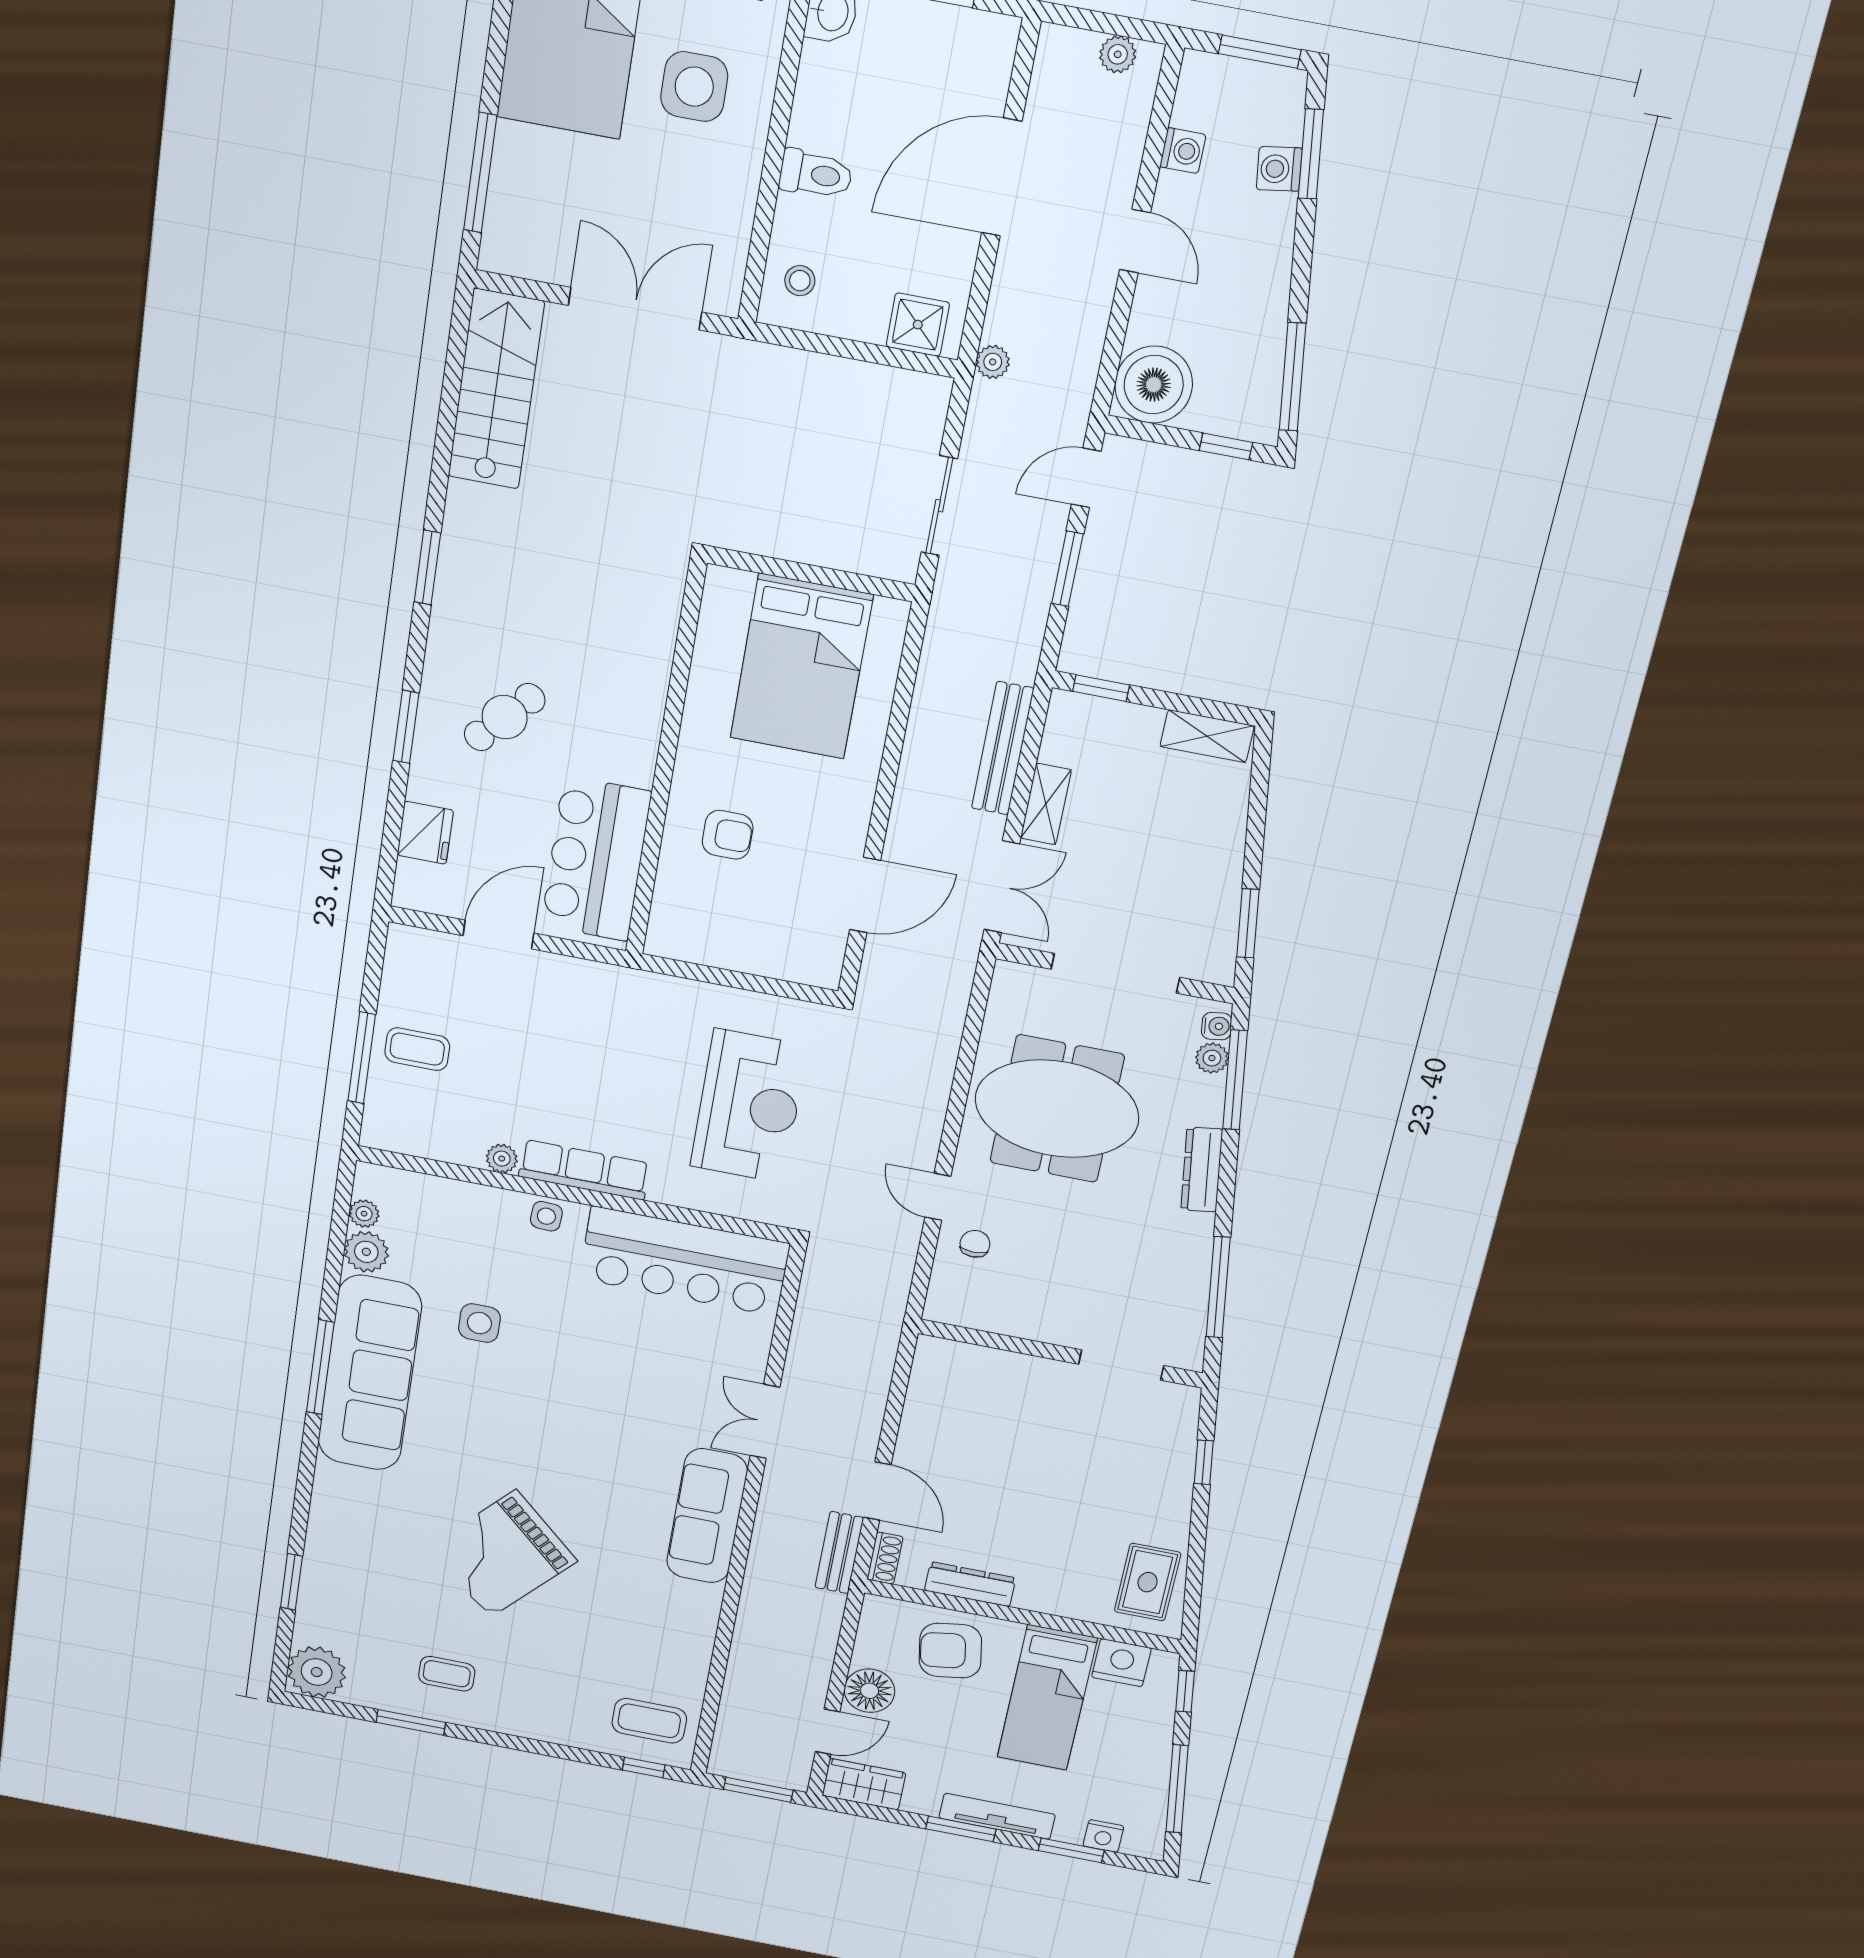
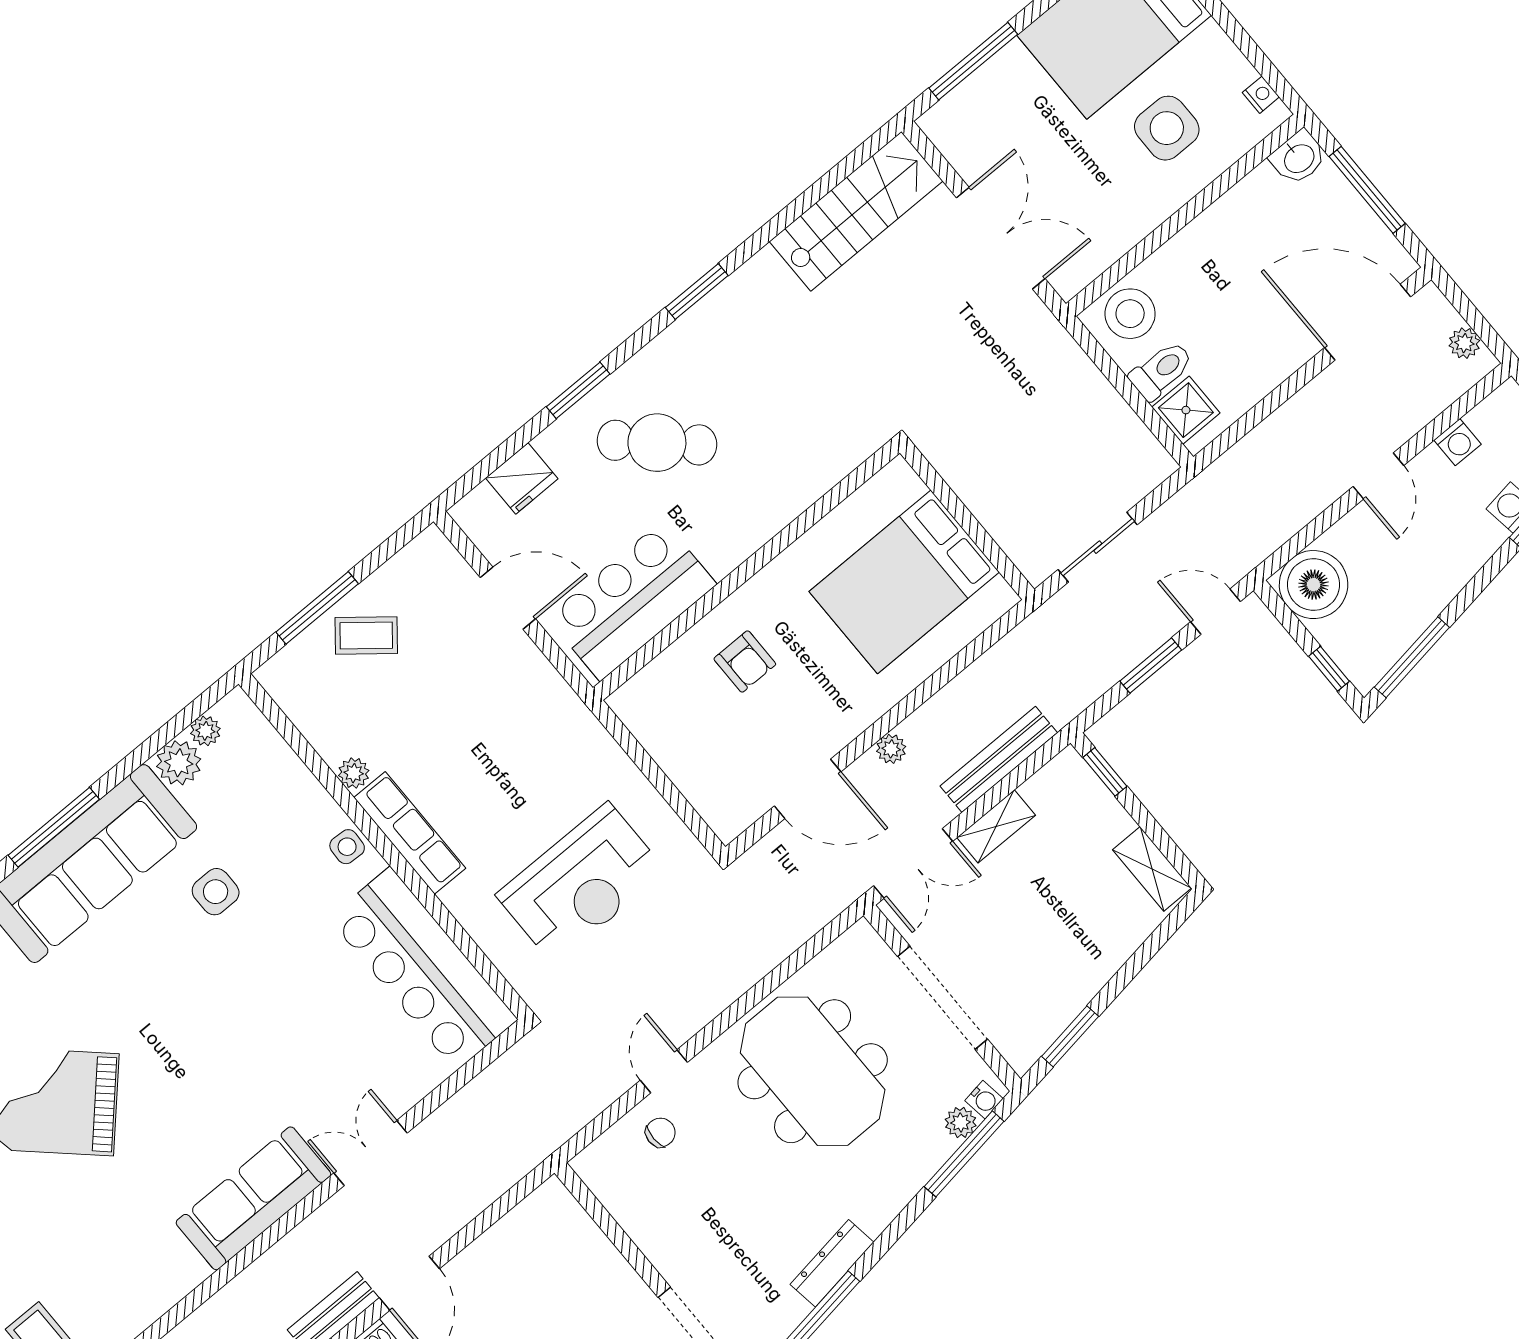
toilet: (816, 174) -> (1161, 370), moved, turned -90
door: (1002, 177) -> (1368, 322), moved
stool: (800, 281) -> (1130, 314), width x1.89, depth x1.89
plant: (993, 362) -> (891, 749), moved
cafe table: (505, 717) -> (657, 443), width x1.37, depth x1.35
coffee table: (417, 1049) -> (366, 636), turned -51
dresser: (1202, 1170) -> (832, 1263), moved

